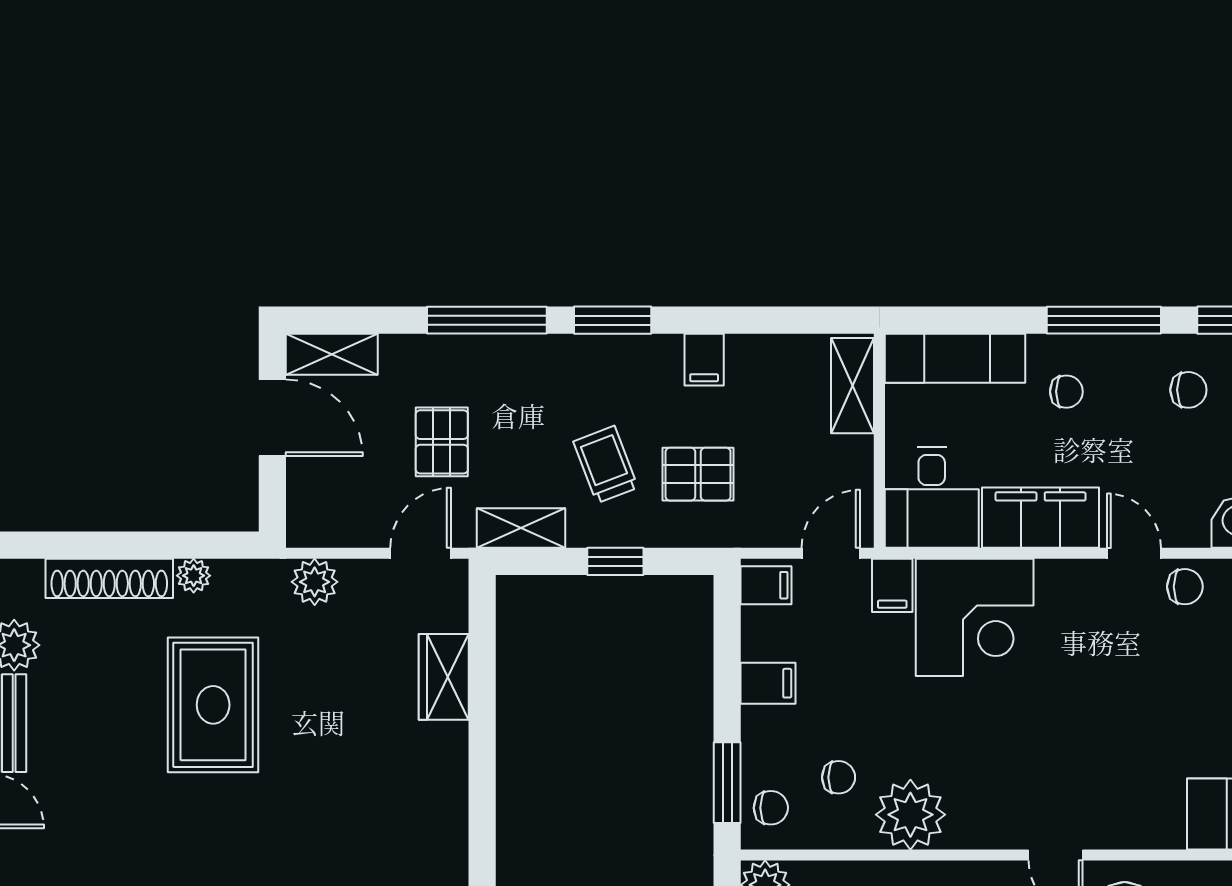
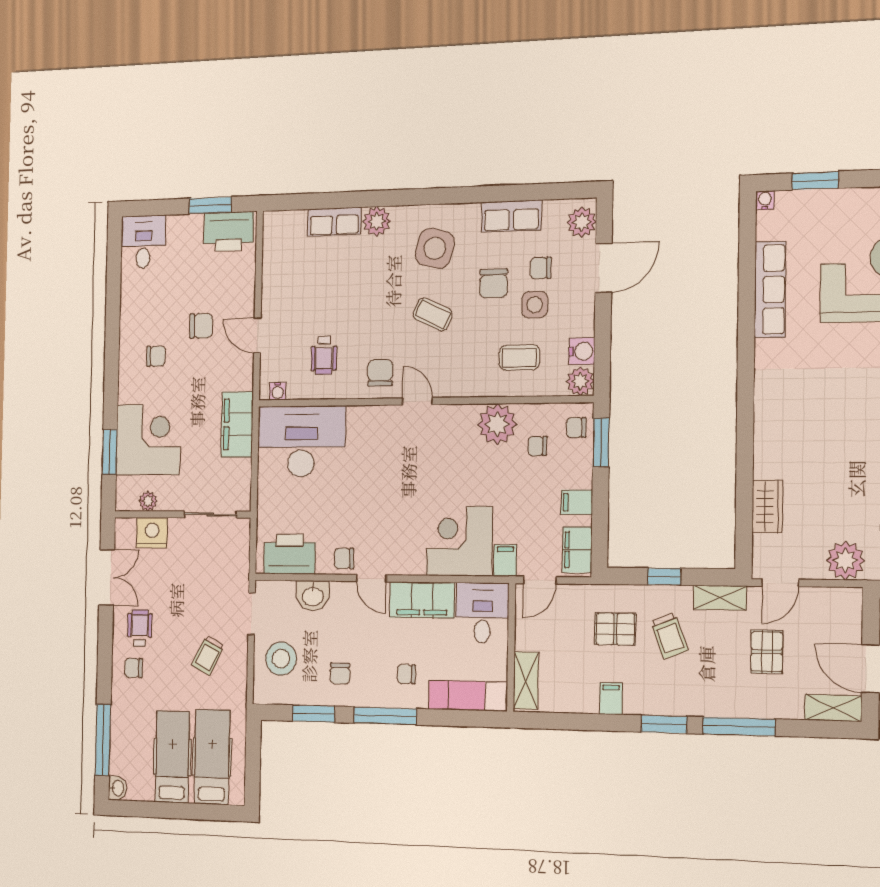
chair: (1188, 390) -> (340, 673), turned -90
plant: (315, 582) -> (845, 560), width x1.36, depth x1.36
filing cabinet: (766, 585) -> (577, 550), width x2.00

